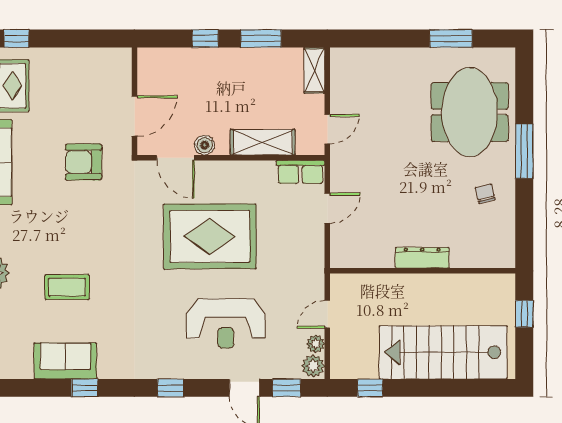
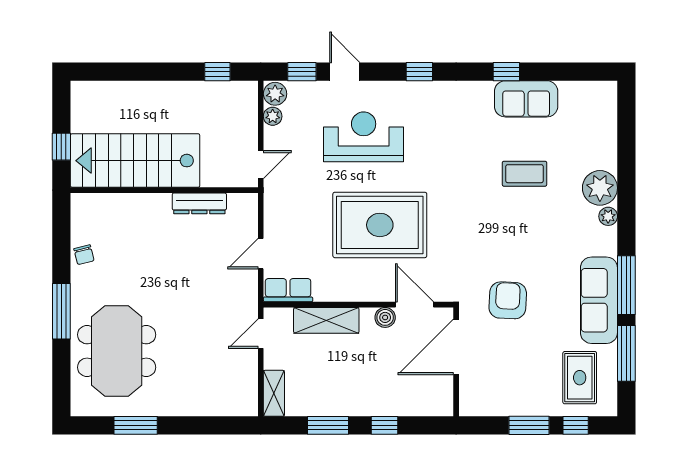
window: (63, 38) -> (529, 425), added
door: (134, 116) -> (456, 347), width x1.36
armchair: (84, 162) -> (508, 300), turned -87
chair: (485, 194) -> (84, 255), moved
dresser: (422, 258) -> (199, 203), moved
door: (327, 314) -> (261, 165), moved
stairs: (443, 352) -> (135, 161), moved, turned 180

